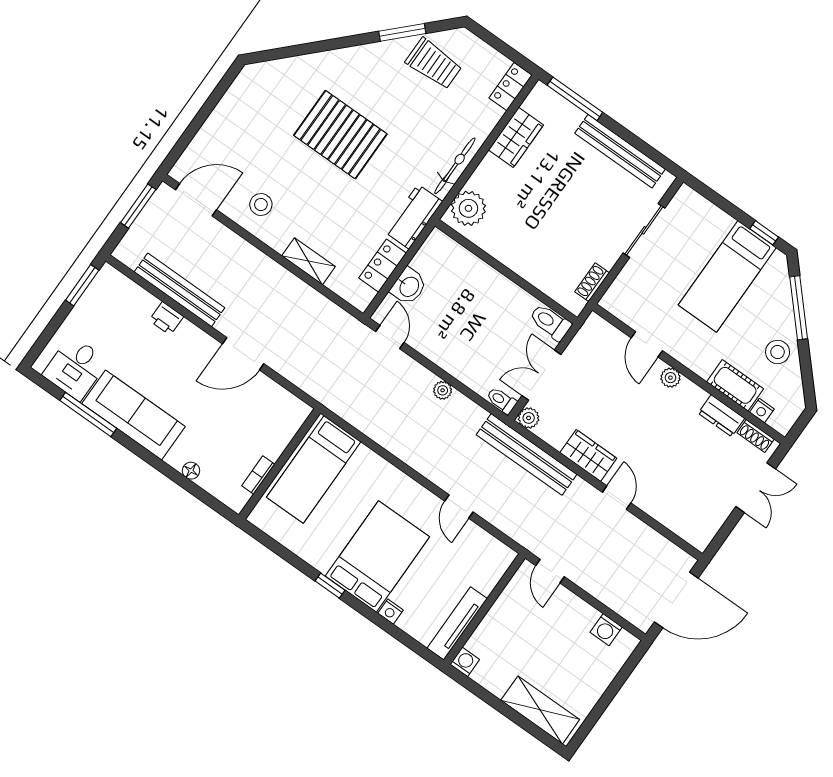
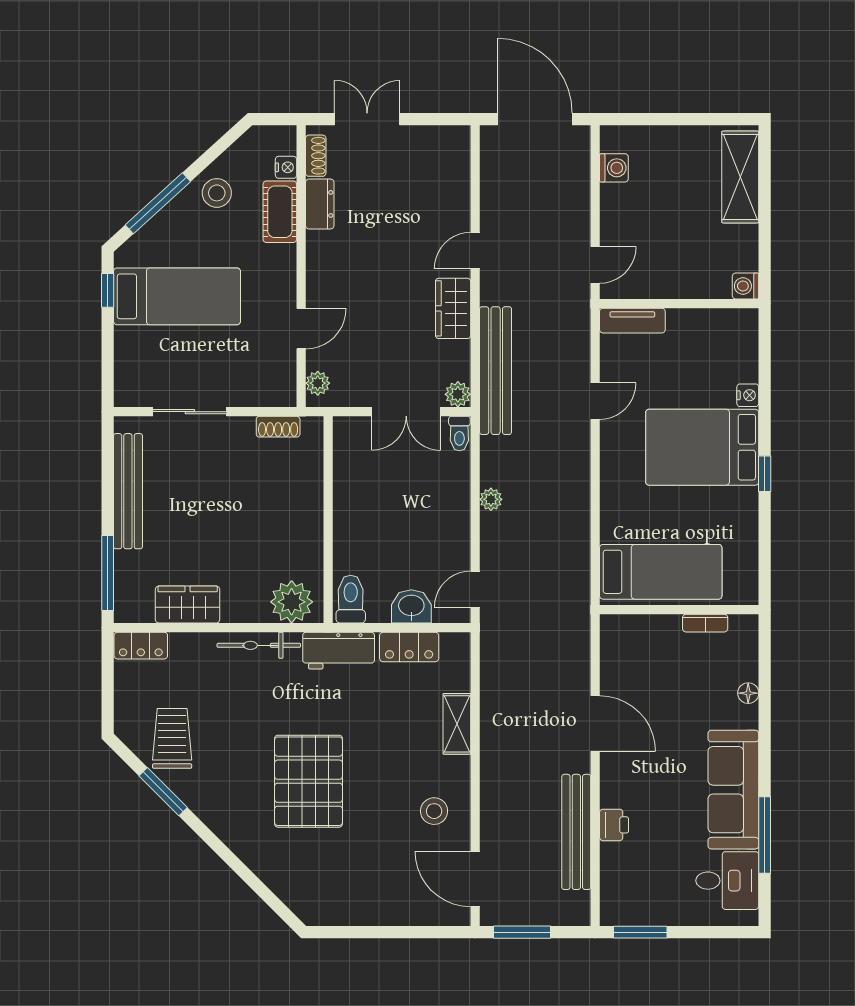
toilet: (550, 322) -> (351, 599), moved, turned 180
plant: (670, 378) -> (318, 383), moved
tv unit: (457, 623) -> (632, 321), moved, width x0.71

